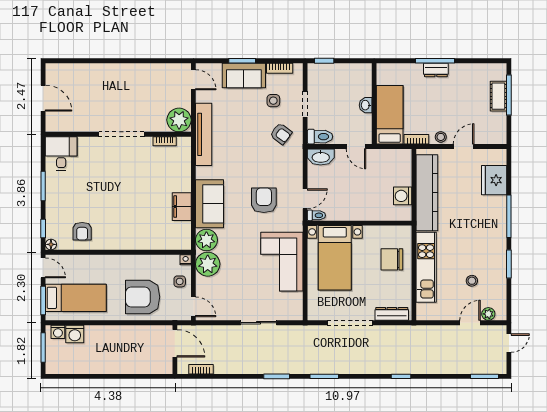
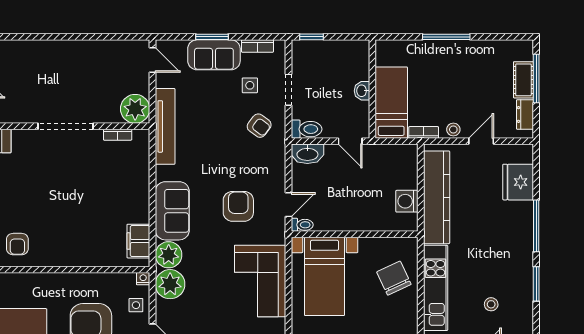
dresser: (436, 70) -> (525, 114), moved, turned 90
filing cabinet: (182, 207) -> (138, 241), moved
chair: (392, 259) -> (394, 278), turned 65

